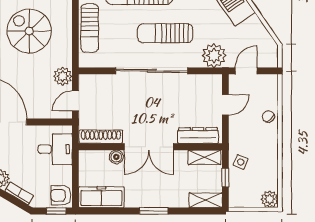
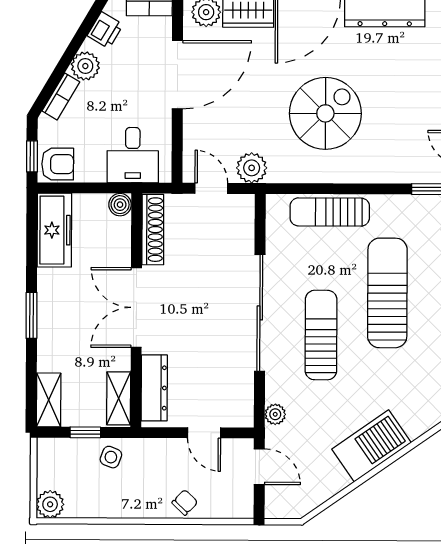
plant: (214, 56) -> (275, 414), width x0.53, depth x0.53
boiler: (116, 157) -> (120, 205), moved
armchair: (61, 195) -> (58, 164), turned 90

